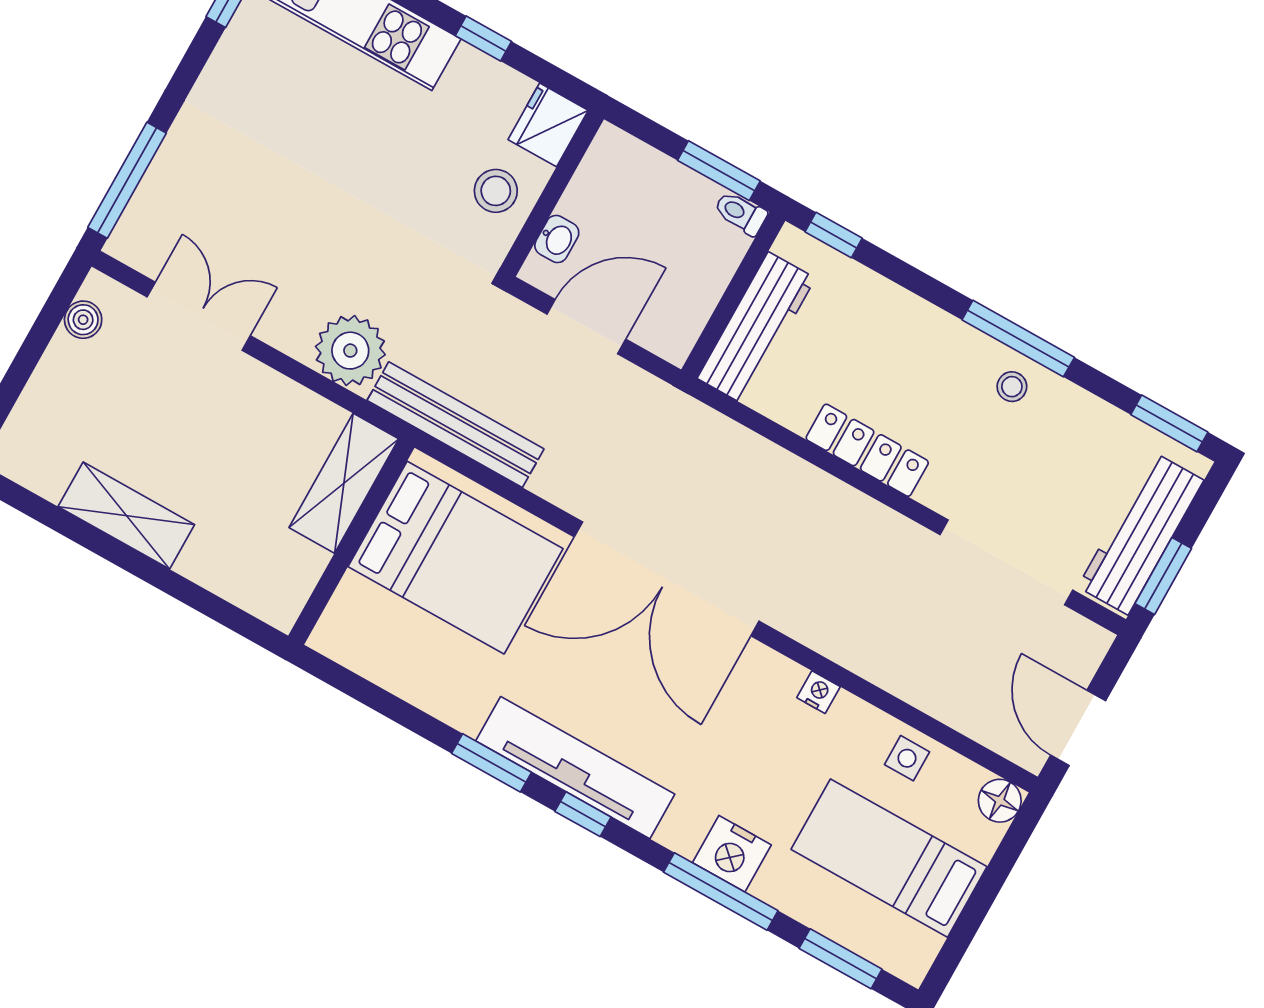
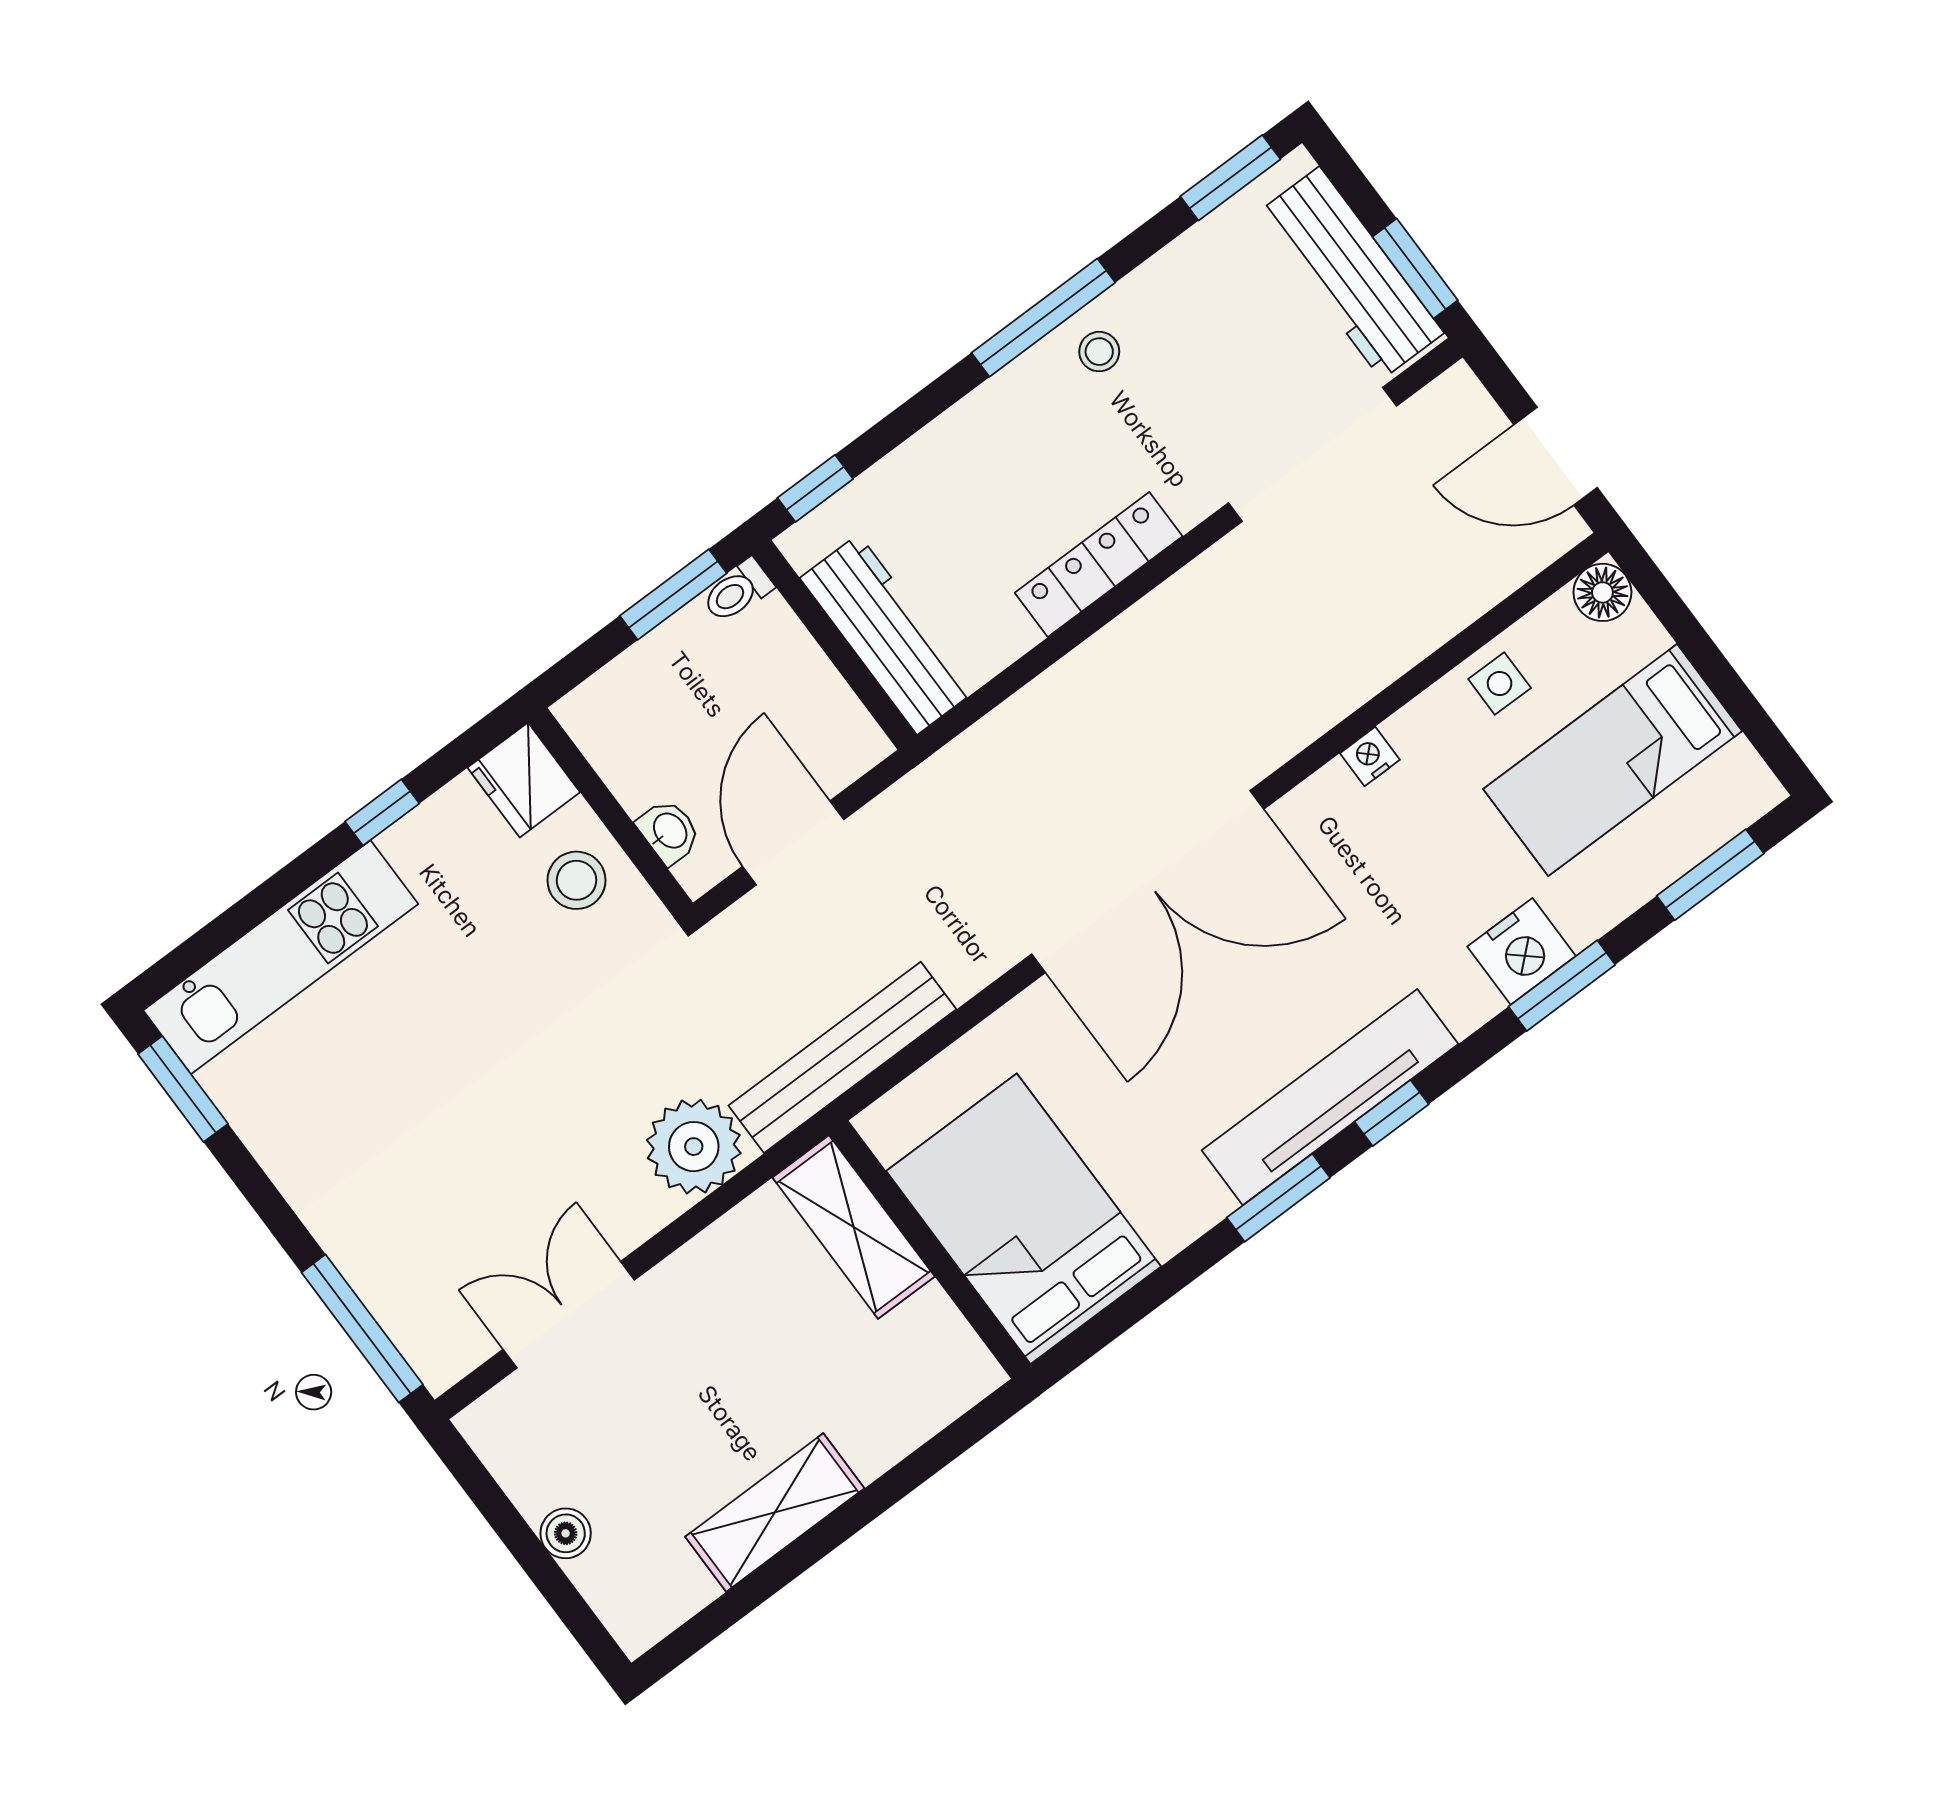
boiler: (83, 320) -> (566, 1533), moved
bed: (456, 558) -> (1024, 1219), moved, turned -90
window: (721, 891) -> (1562, 986), width x0.69

